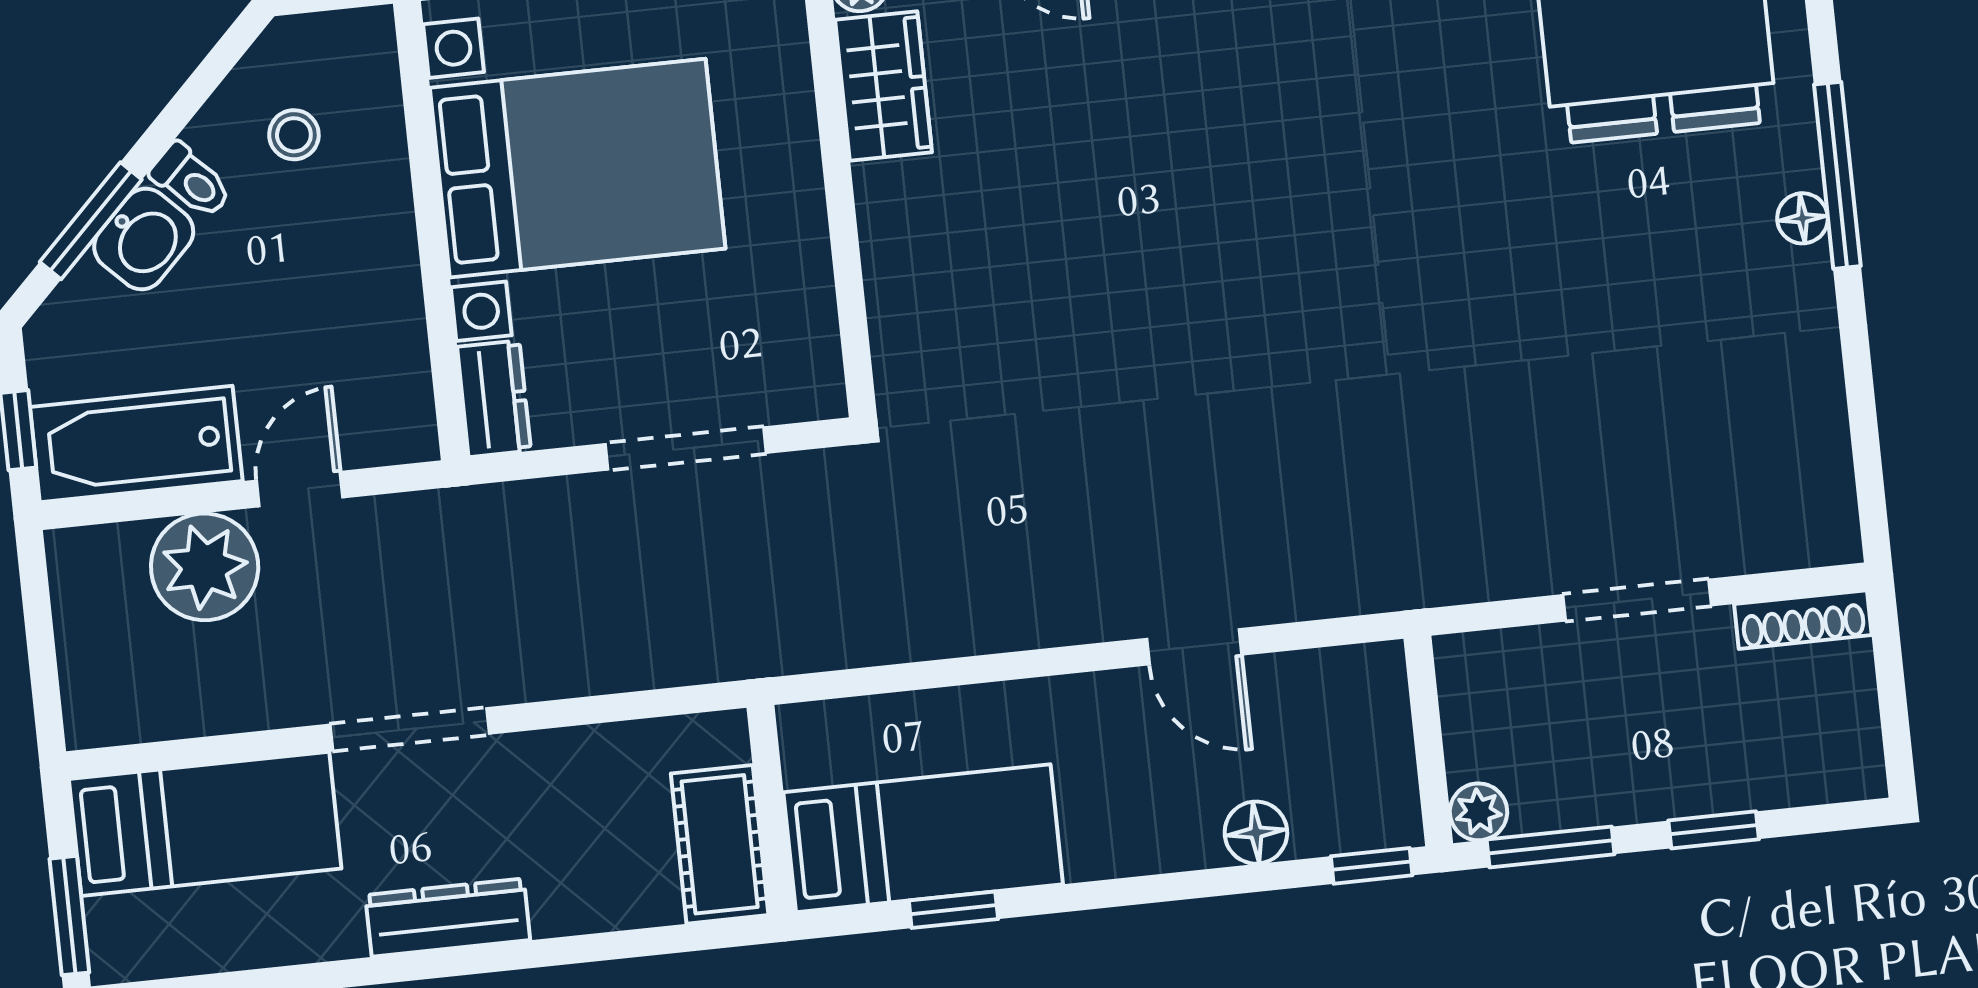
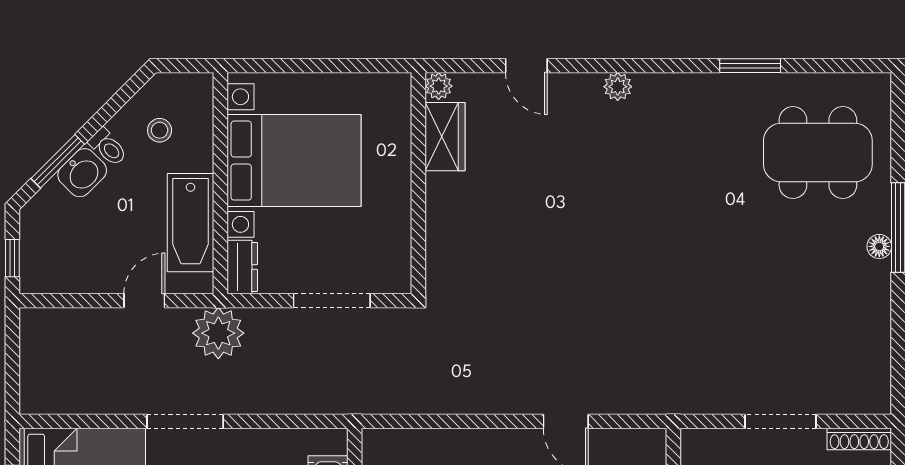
bathtub: (136, 444) -> (190, 223), moved, turned -90
plant: (205, 567) -> (218, 333), moved

